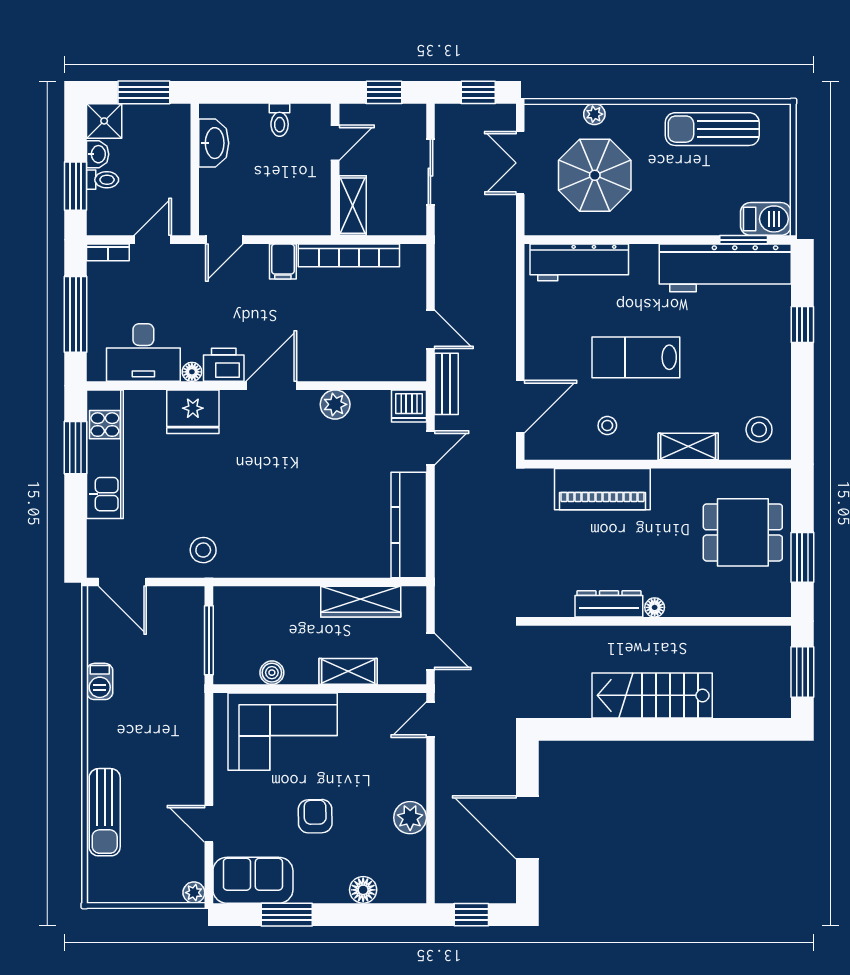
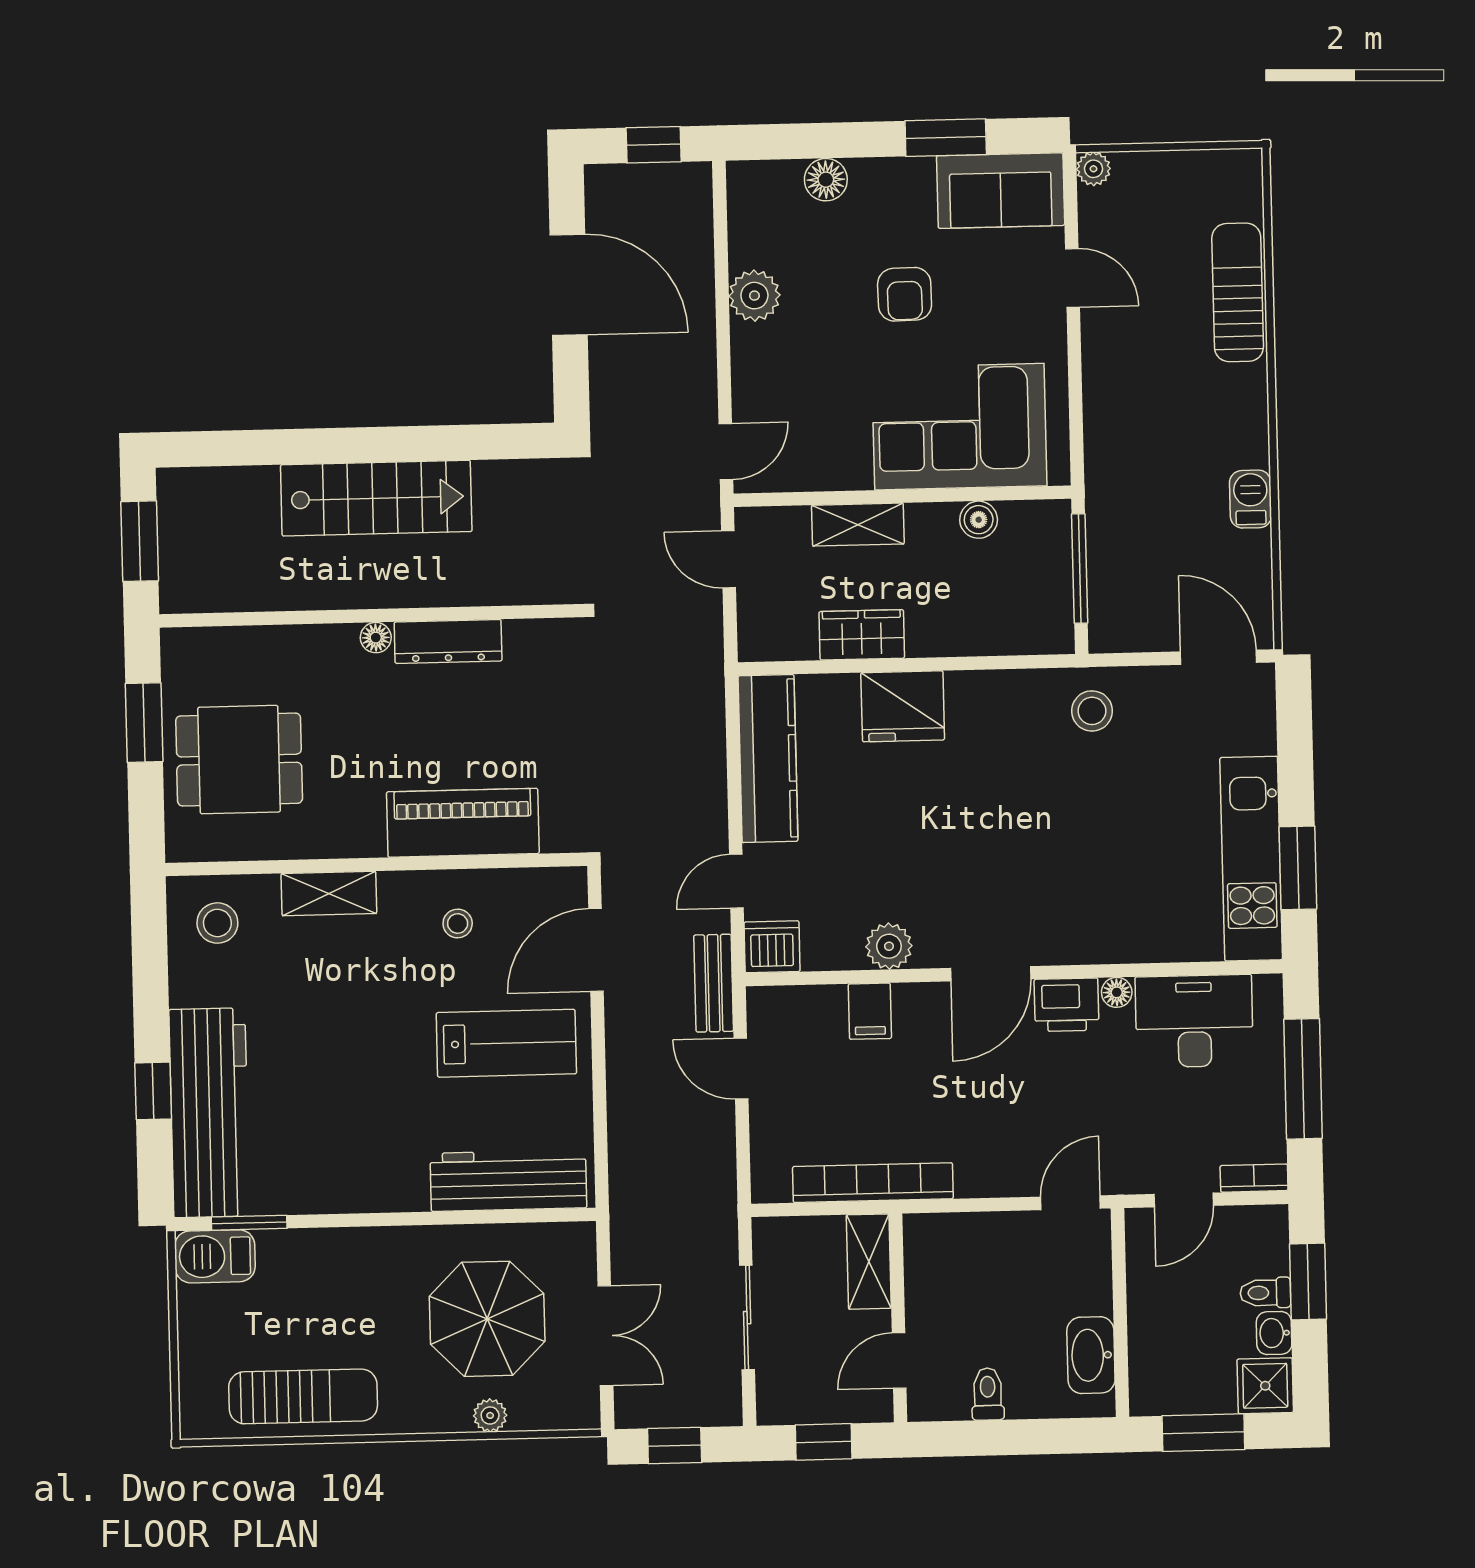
filing cabinet: (283, 261) -> (870, 1011), moved, turned 180
workbench: (725, 268) -> (209, 1113), moved, turned 90
lab bench: (636, 357) -> (506, 1043), moved
fridge: (193, 412) -> (903, 706), moved, turned 180
wardrobe: (361, 602) -> (862, 635), width x0.67

